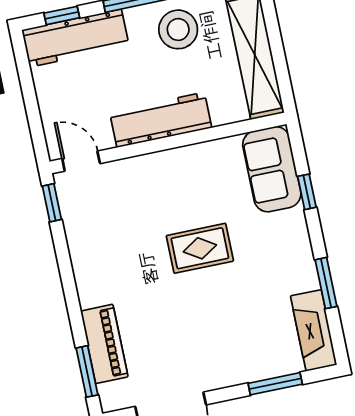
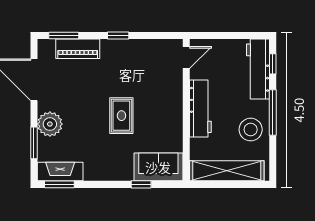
window: (52, 203) -> (118, 36), moved
window: (326, 283) -> (59, 184), moved
plant: (238, 364) -> (50, 124), added

